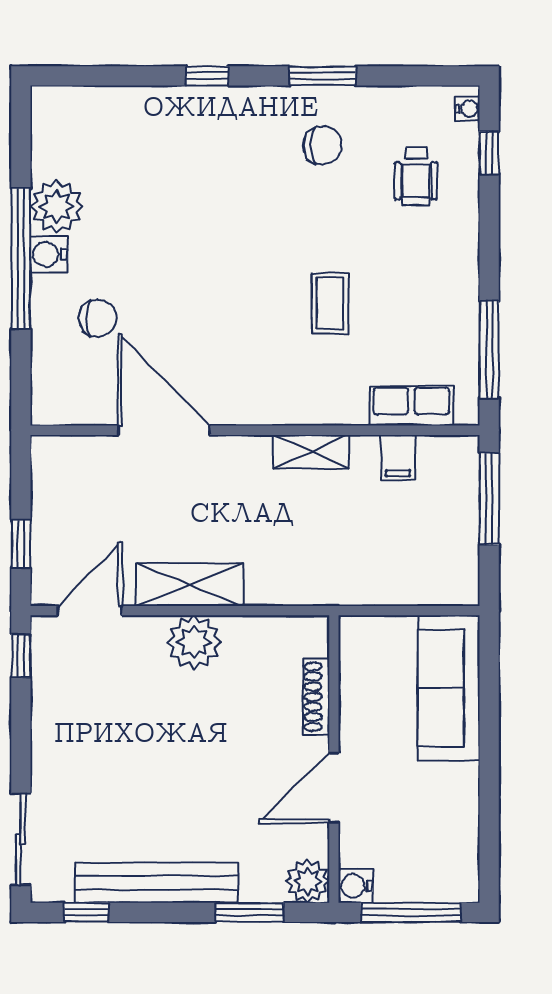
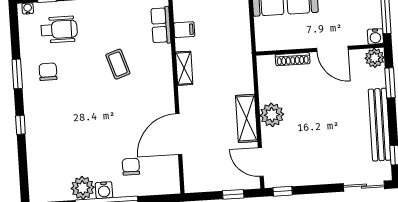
wheelchair: (416, 176) -> (59, 30), width x1.36, depth x1.37
coffee table: (330, 303) -> (118, 64), turned 72

